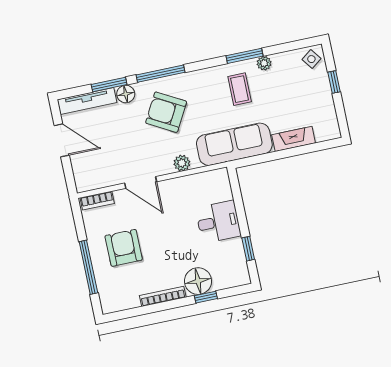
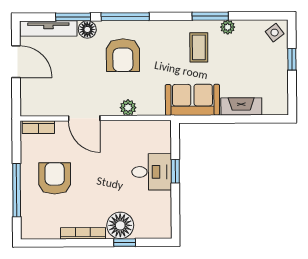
armchair: (166, 112) -> (123, 55), turned -119
sofa: (234, 144) -> (192, 100), width x0.73
window: (248, 249) -> (175, 171), moved

